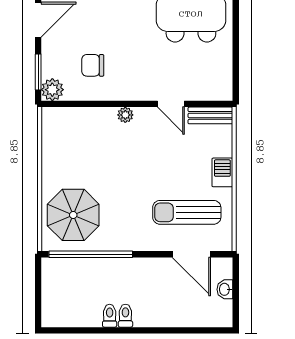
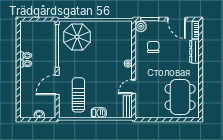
door: (191, 254) -> (57, 85), moved

